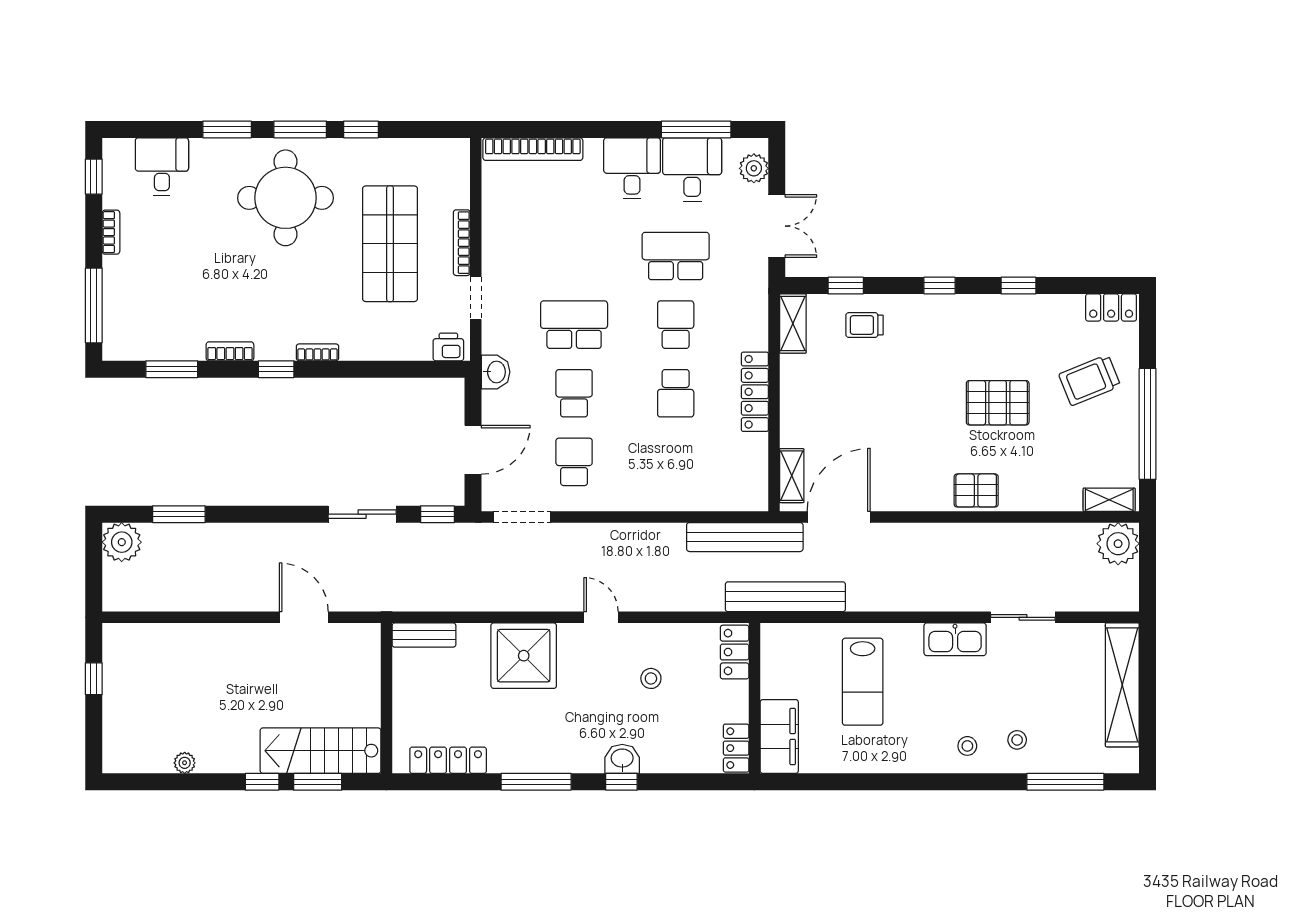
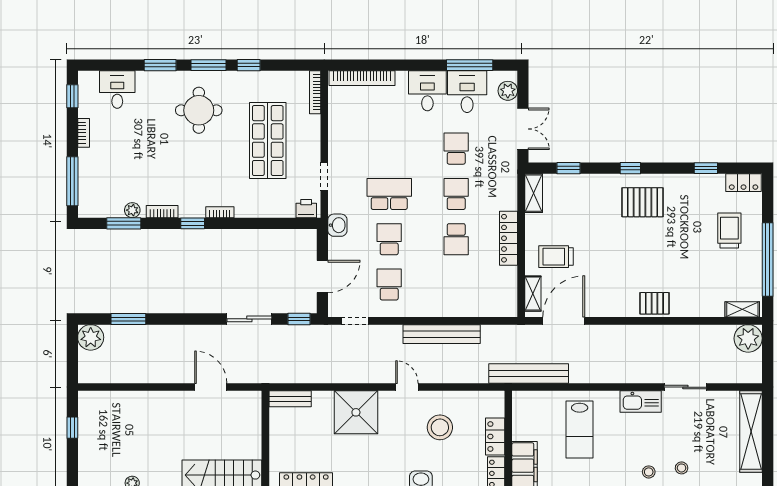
round table: (286, 198) -> (199, 110), width x0.73, depth x0.73
bookcase: (462, 243) -> (315, 92), moved
school desk: (676, 256) -> (456, 149), width x0.54
window: (1018, 286) -> (706, 168), moved
trolley: (864, 325) -> (556, 257), moved, width x1.36, depth x1.39
plant: (185, 349) -> (132, 210), added
trolley: (1090, 380) -> (729, 231), turned 112
pallet: (998, 403) -> (643, 202), moved
doorway: (522, 517) -> (355, 321), width x0.73
bench: (745, 537) -> (442, 334), moved
locker: (735, 652) -> (495, 436), moved
stool: (651, 678) -> (440, 427), width x1.89, depth x1.89

